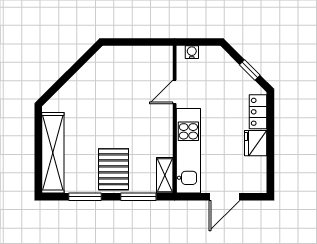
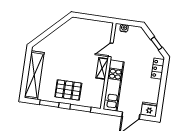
fridge: (256, 143) -> (149, 109), moved, turned 90
pallet: (114, 169) -> (68, 90), turned 90
shelving: (165, 175) -> (102, 68), moved

